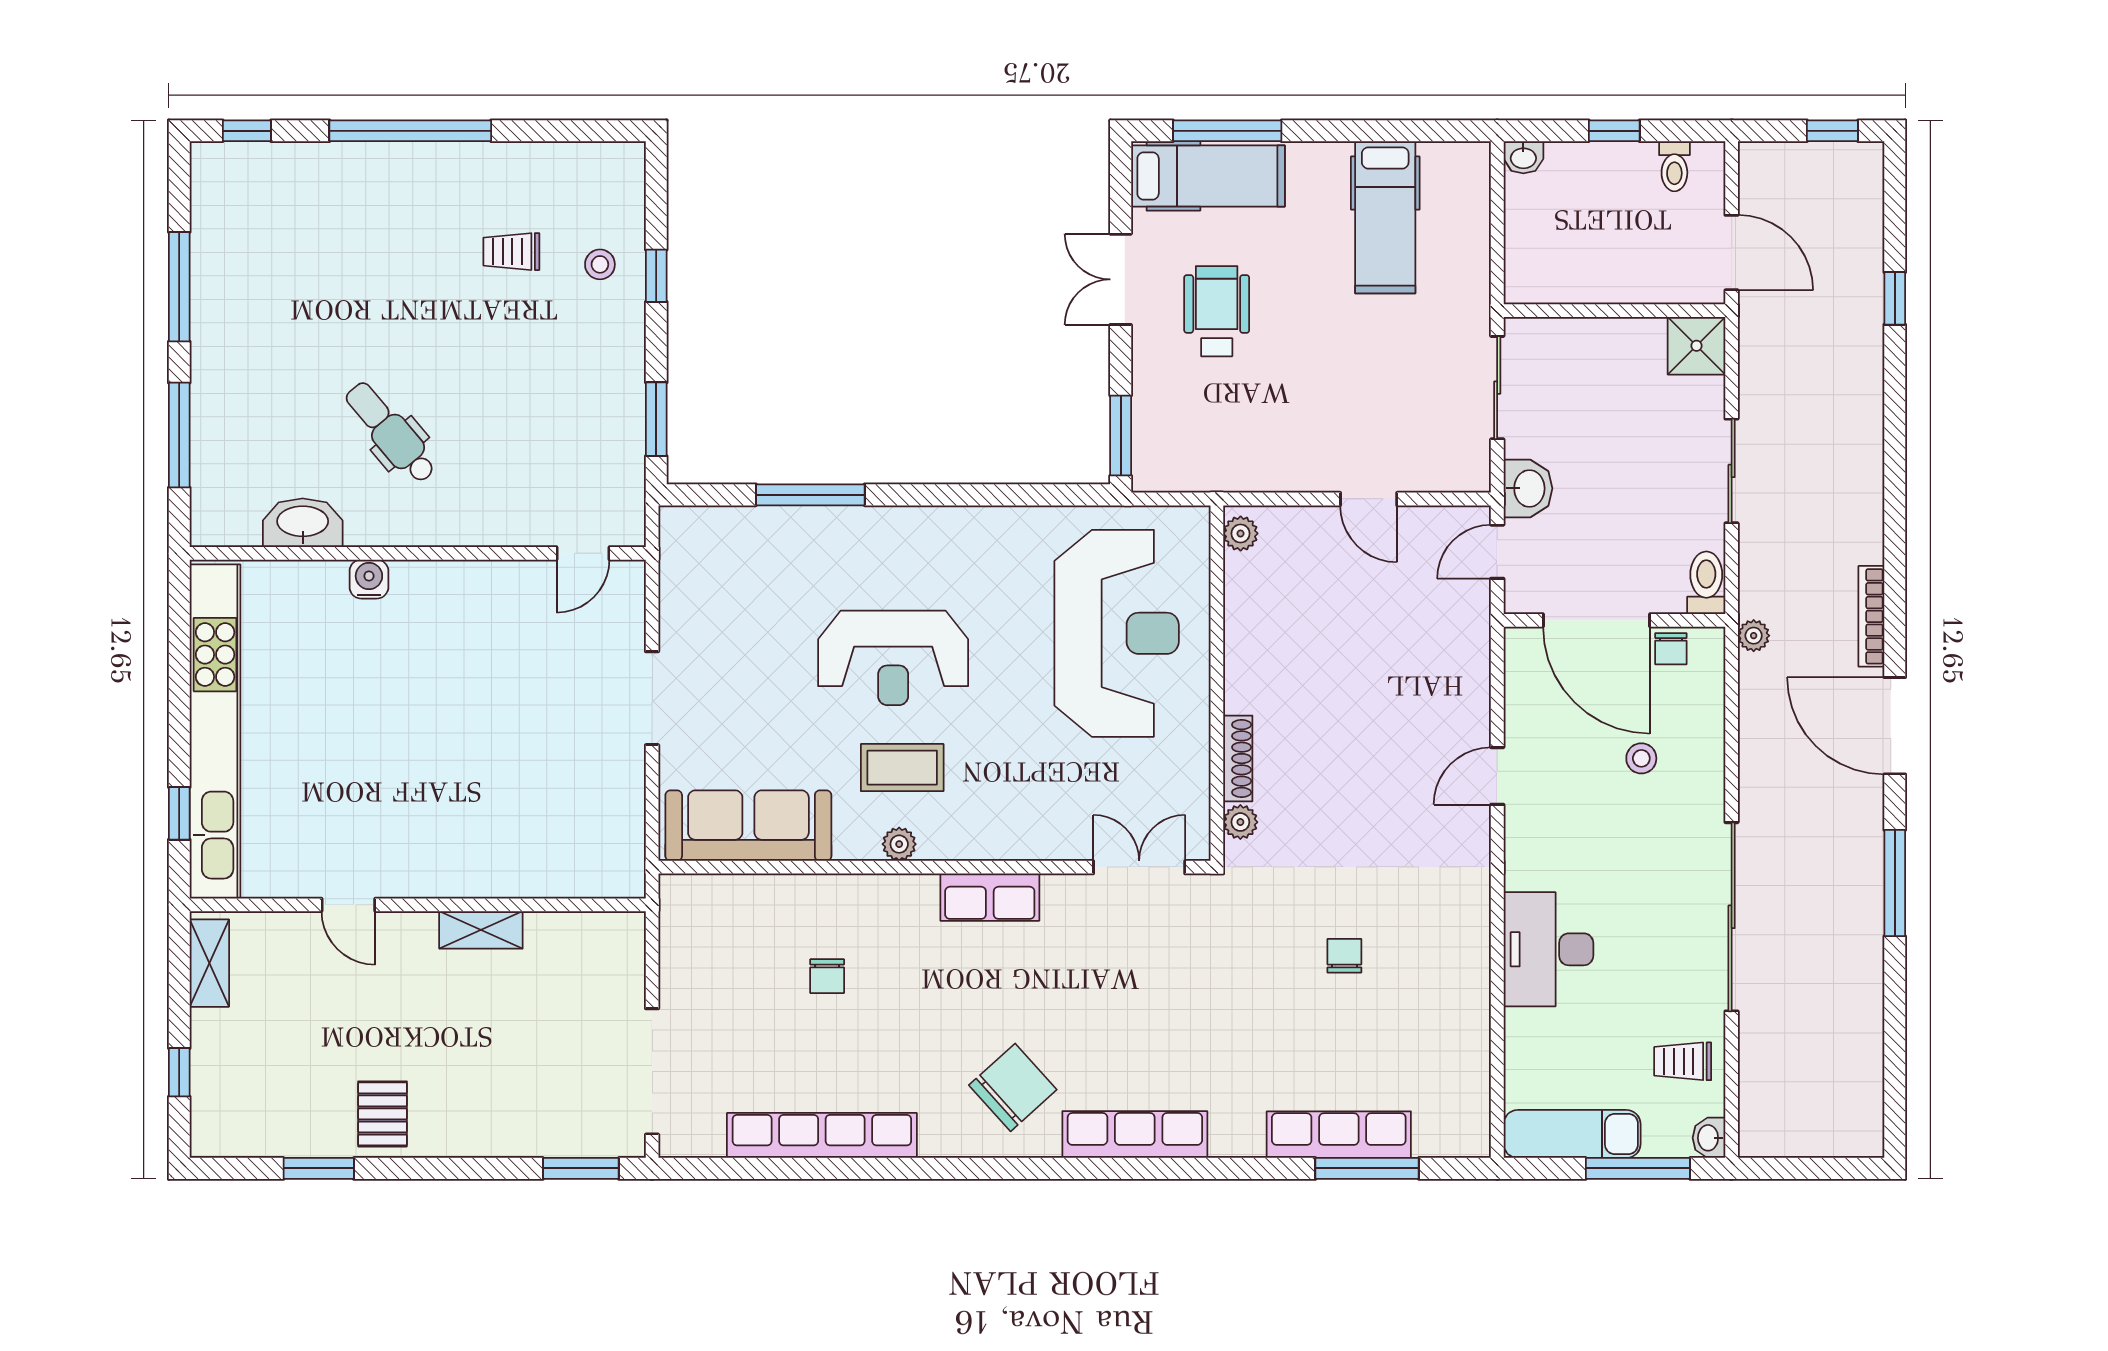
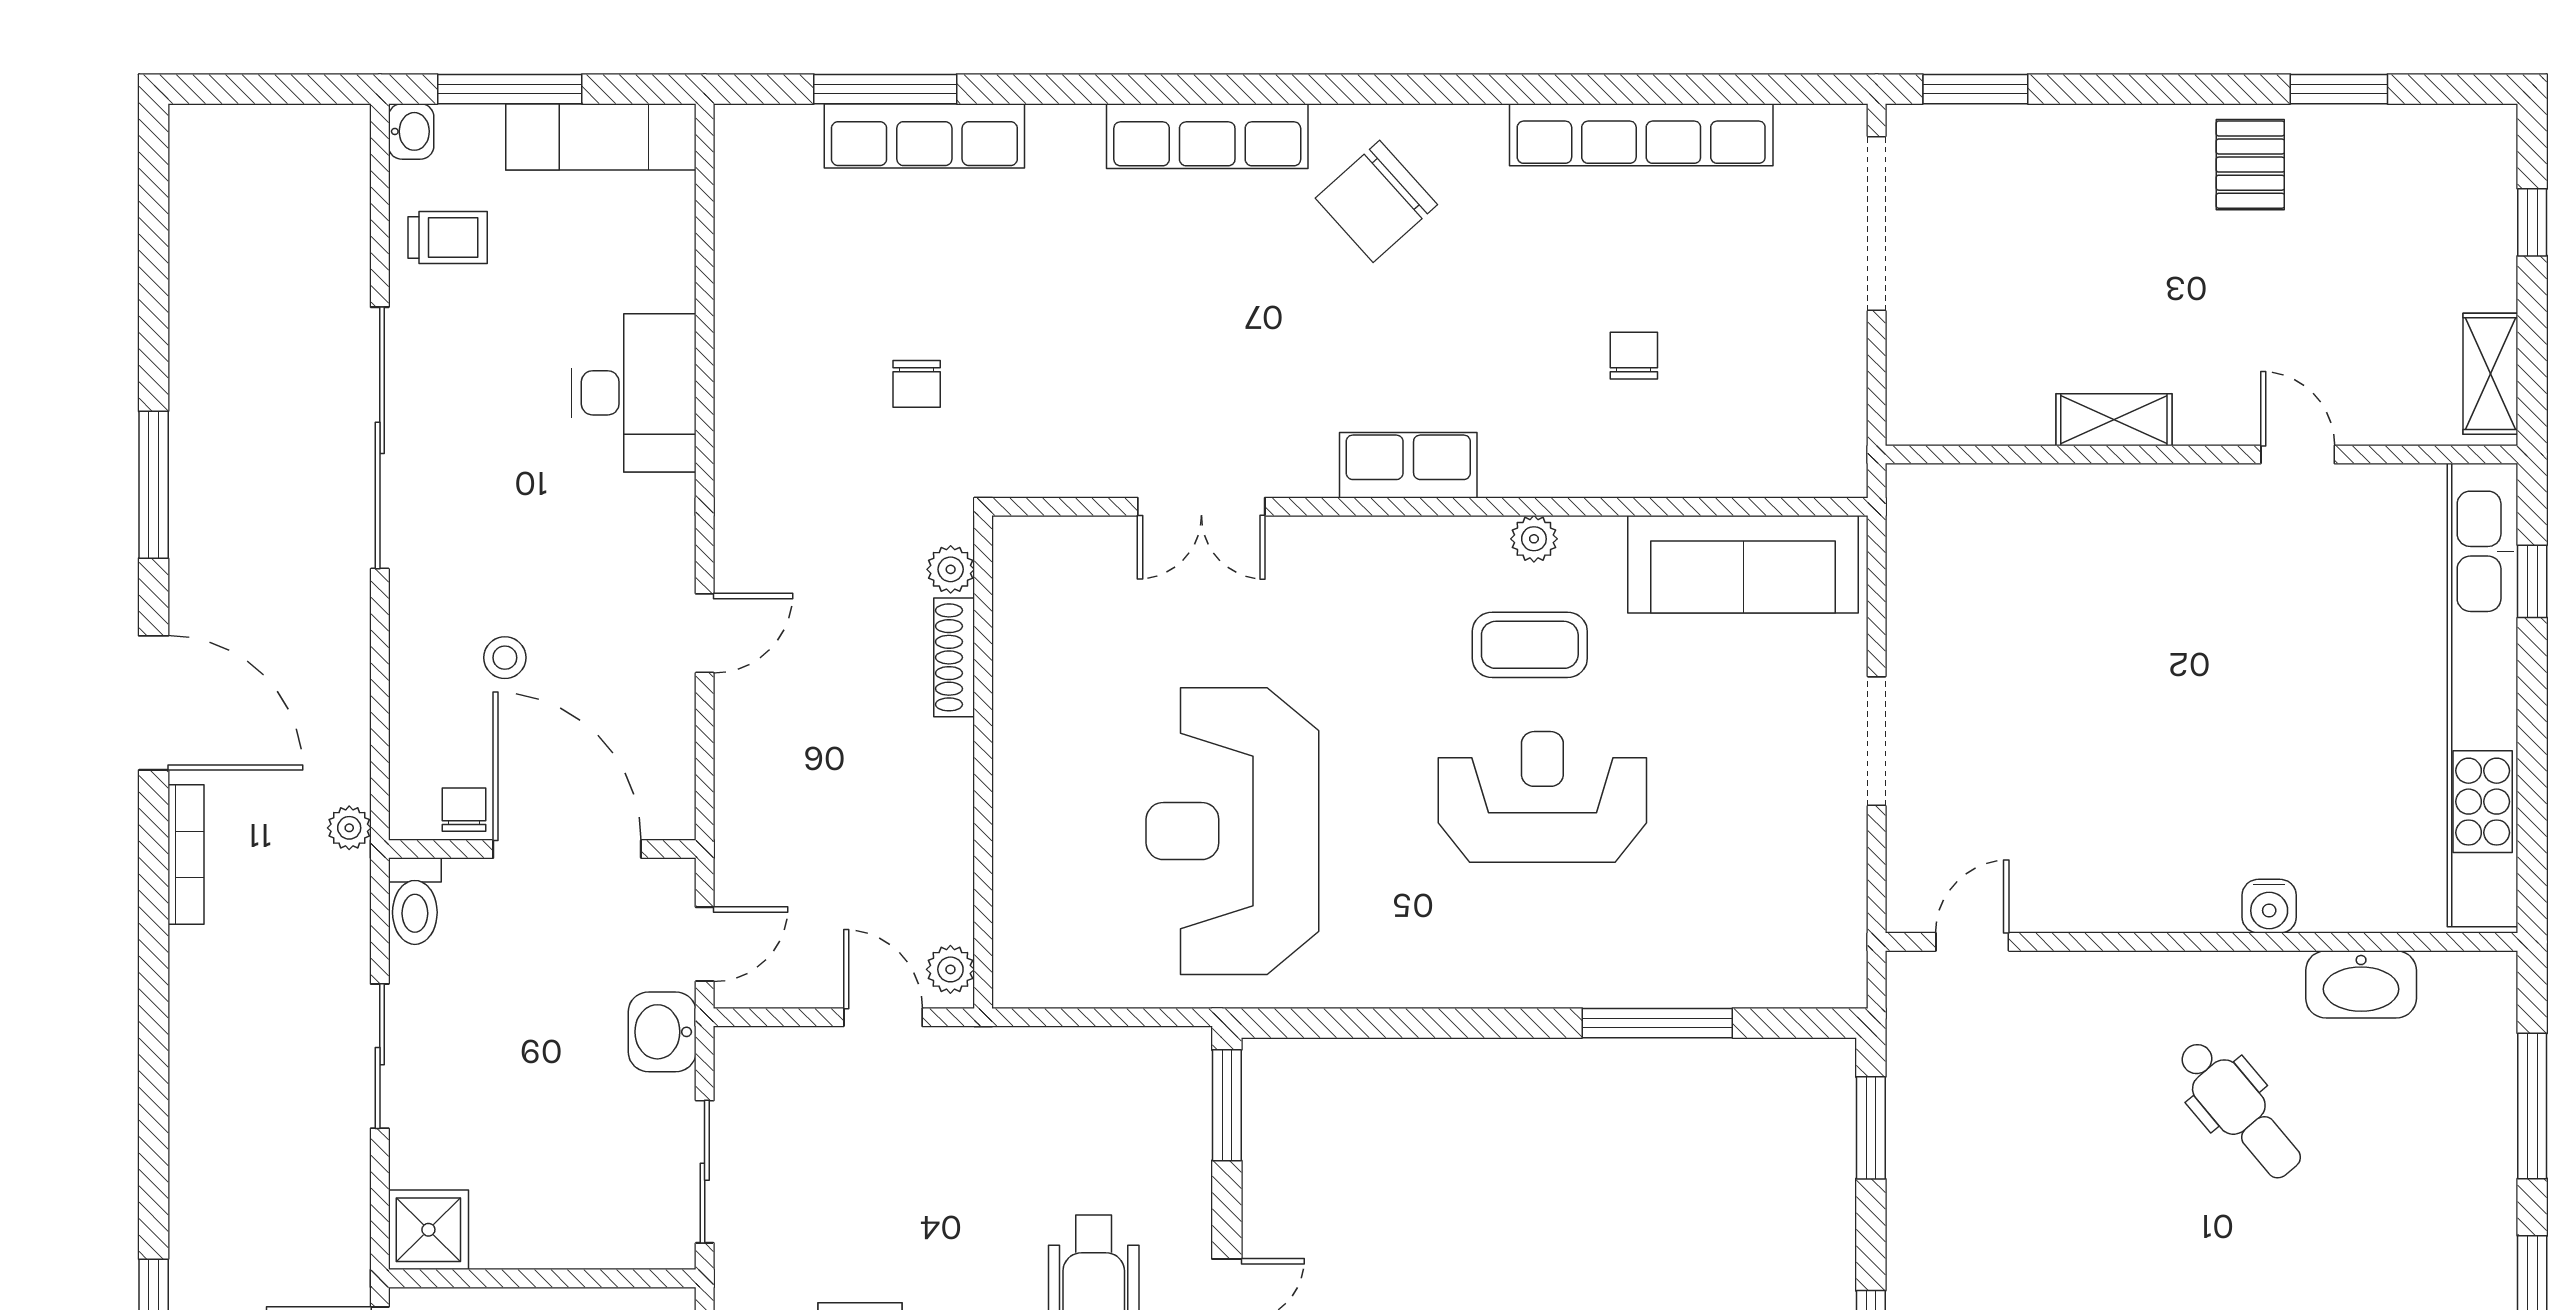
plant: (1241, 533) -> (950, 969), moved
wall: (1217, 683) -> (983, 762), moved
shoe rack: (1238, 759) -> (954, 657), moved
plant: (1240, 822) -> (951, 569), moved

